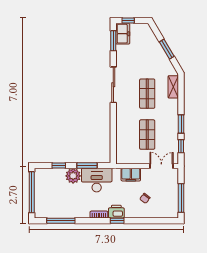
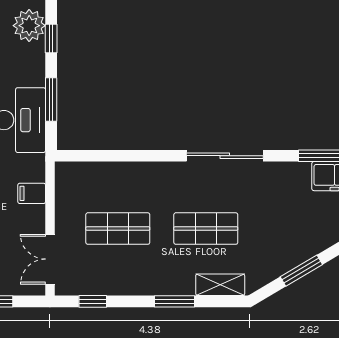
window: (181, 124) -> (175, 301), moved
double door: (161, 166) -> (50, 259), swing flipped
filing cabinet: (131, 175) -> (32, 193), width x0.50
plant: (73, 176) -> (29, 26), moved

